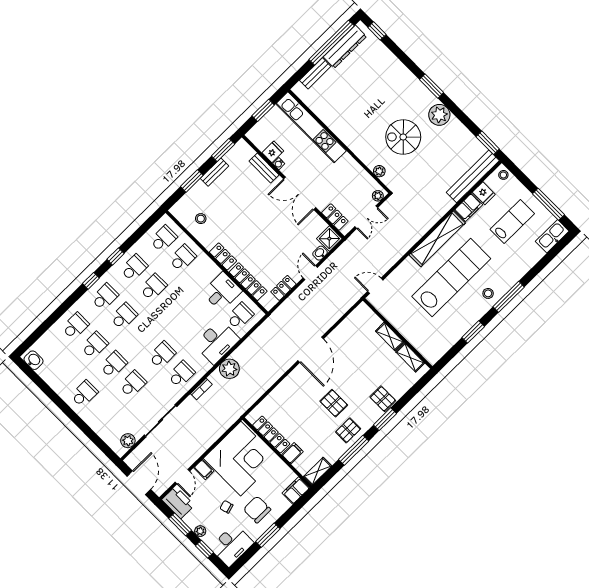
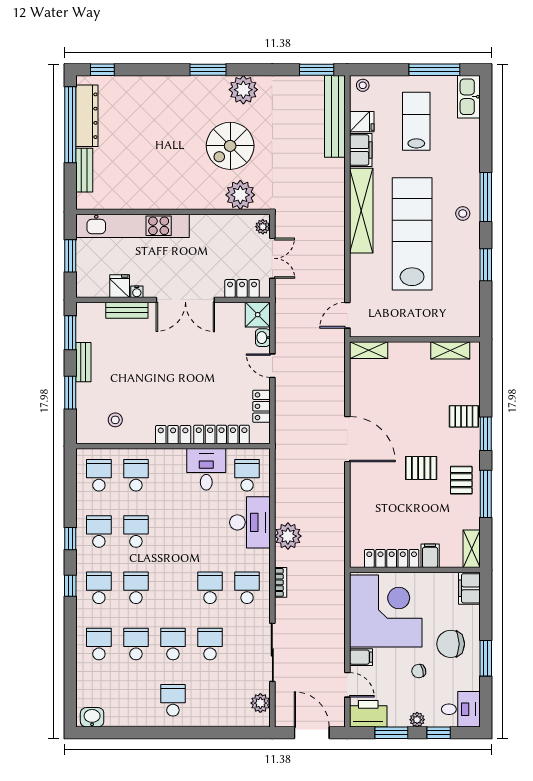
plant: (379, 171) -> (240, 195), width x1.87, depth x1.87
shelving: (390, 337) -> (369, 350), moved
desk: (232, 545) -> (461, 709), width x0.73

